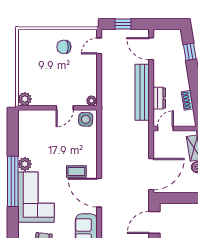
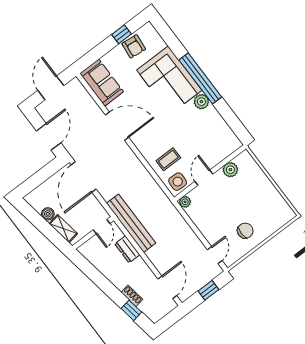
door: (151, 49) -> (167, 287), hinge flipped
bench: (142, 92) -> (131, 223), moved
plant: (25, 99) -> (230, 170), moved
shoe rack: (187, 100) -> (132, 296), moved
coffee table: (76, 171) -> (168, 159), moved

